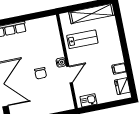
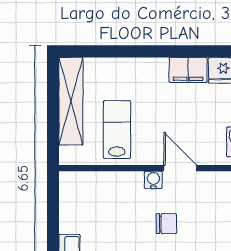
filing cabinet: (119, 69) -> (188, 70), width x2.00

